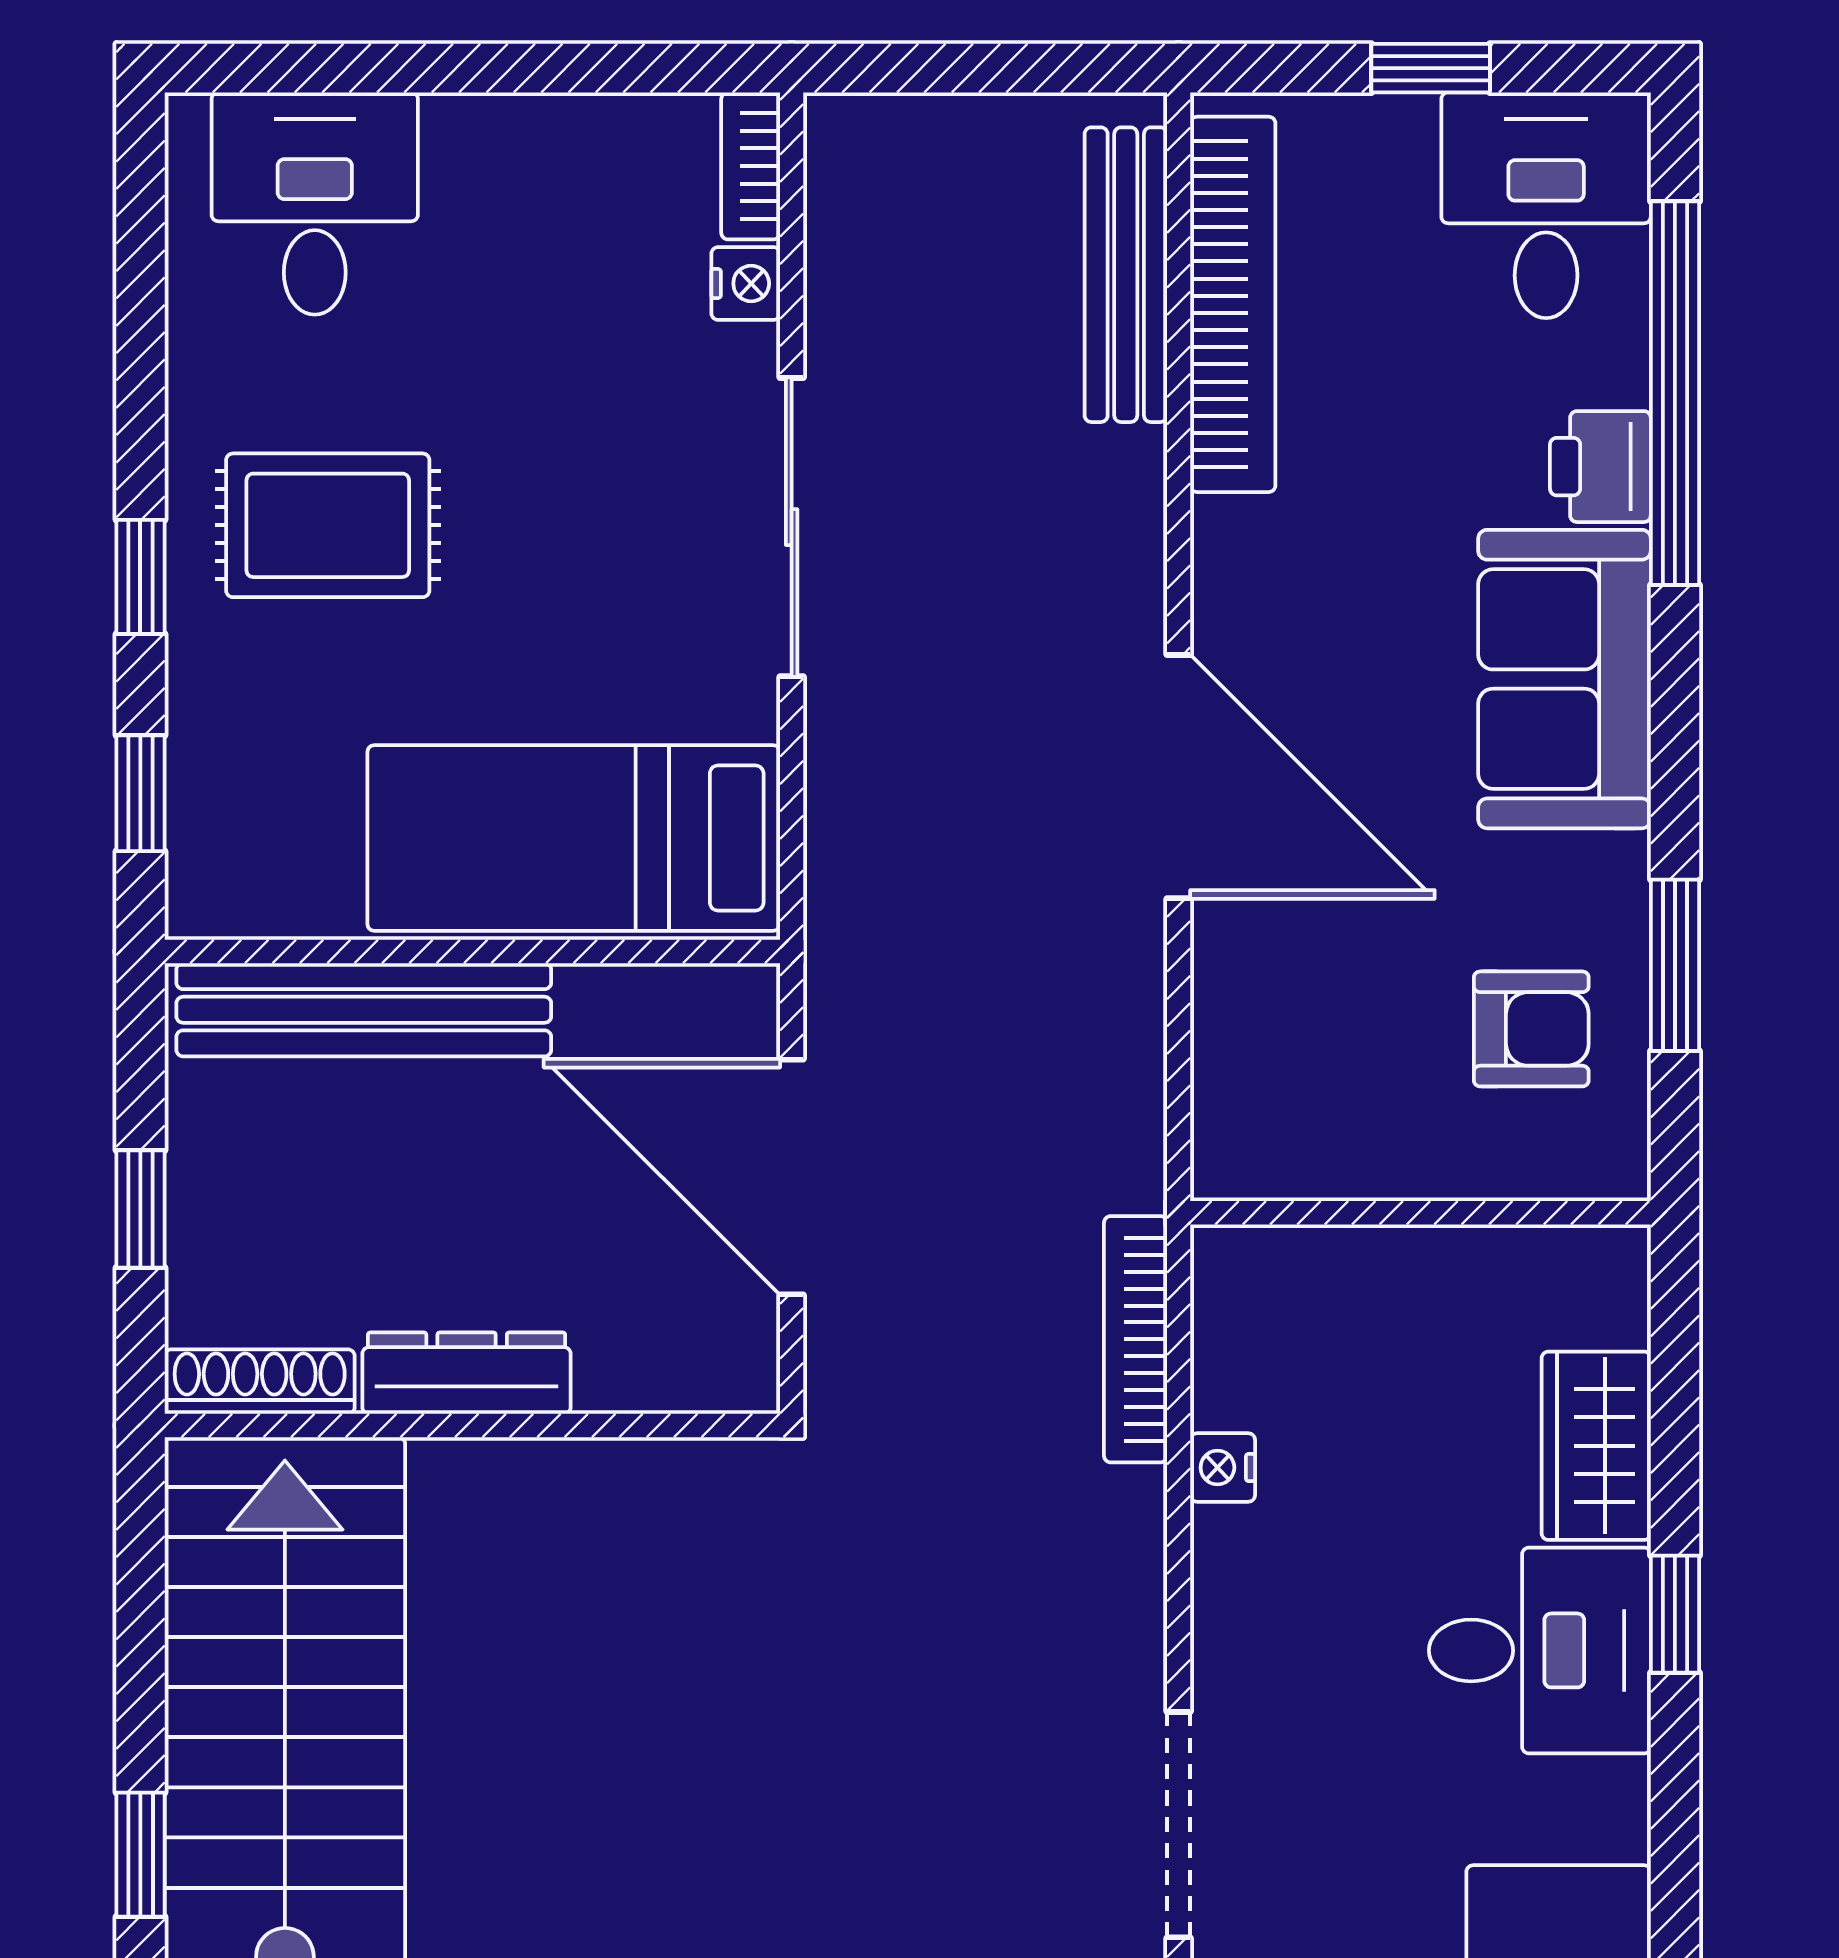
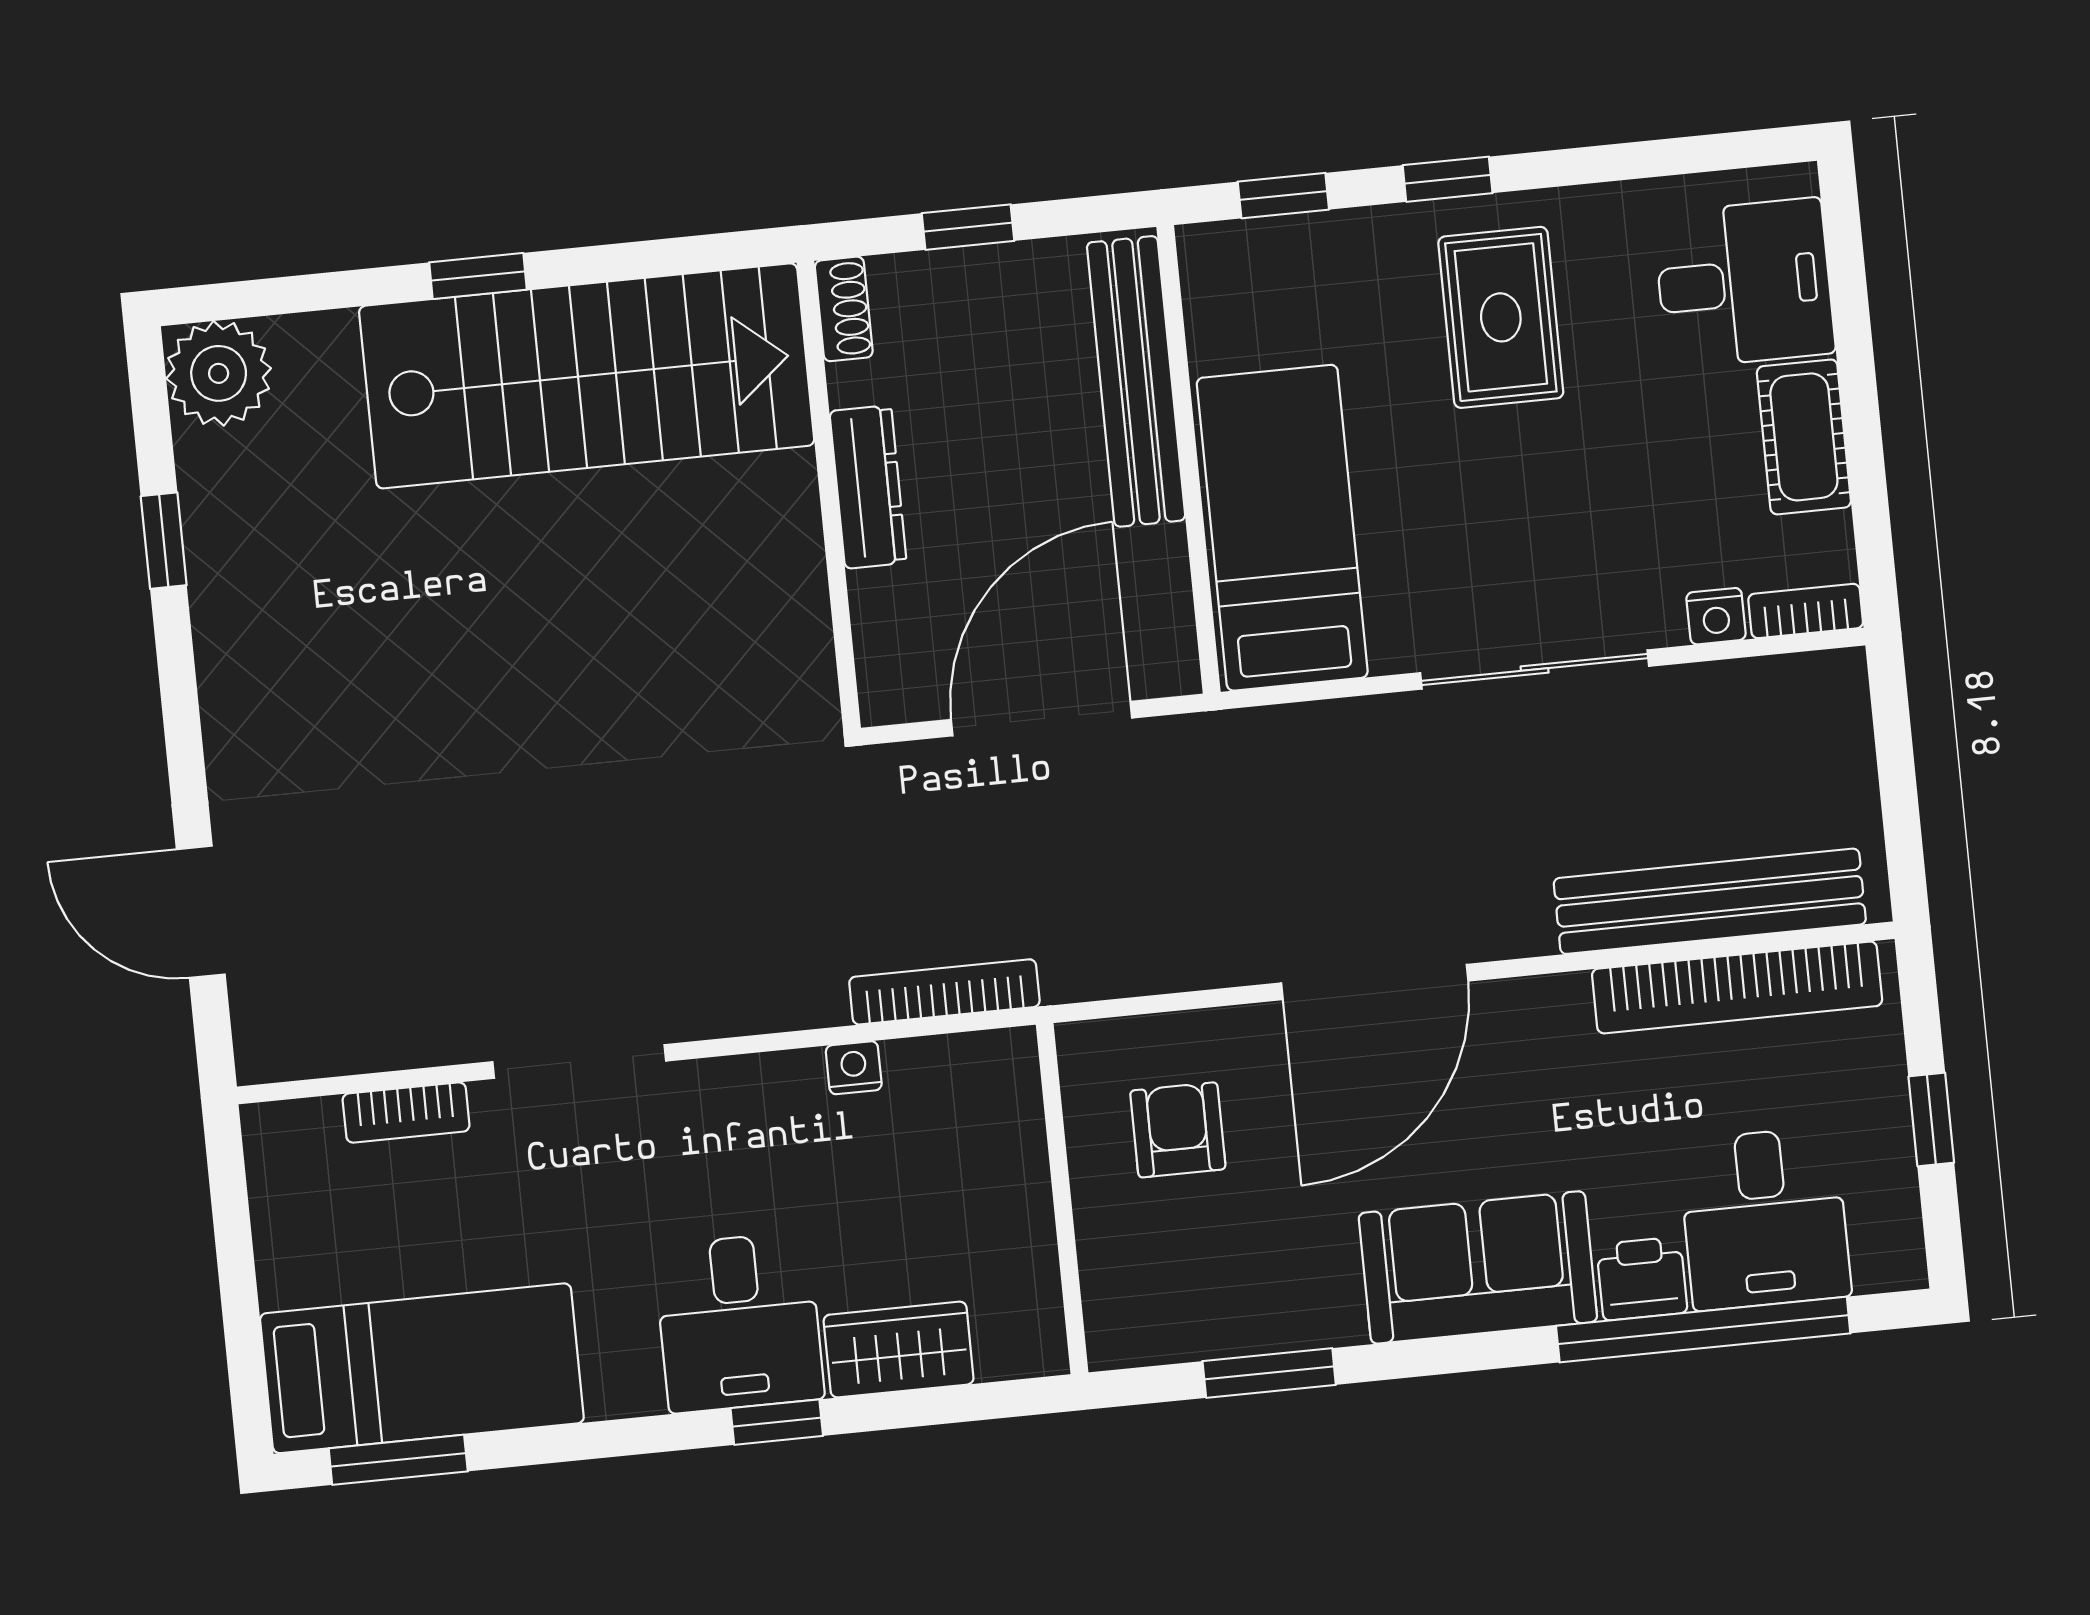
cot: (523, 145) -> (1804, 437), added
desk: (1546, 205) -> (1764, 1218), moved, turned 90
bench: (1126, 275) -> (1710, 901), width x1.37, depth x1.21
armchair: (1531, 1029) -> (1178, 1130), moved, turned 180
shoe rack: (260, 1382) -> (844, 309), width x0.70

